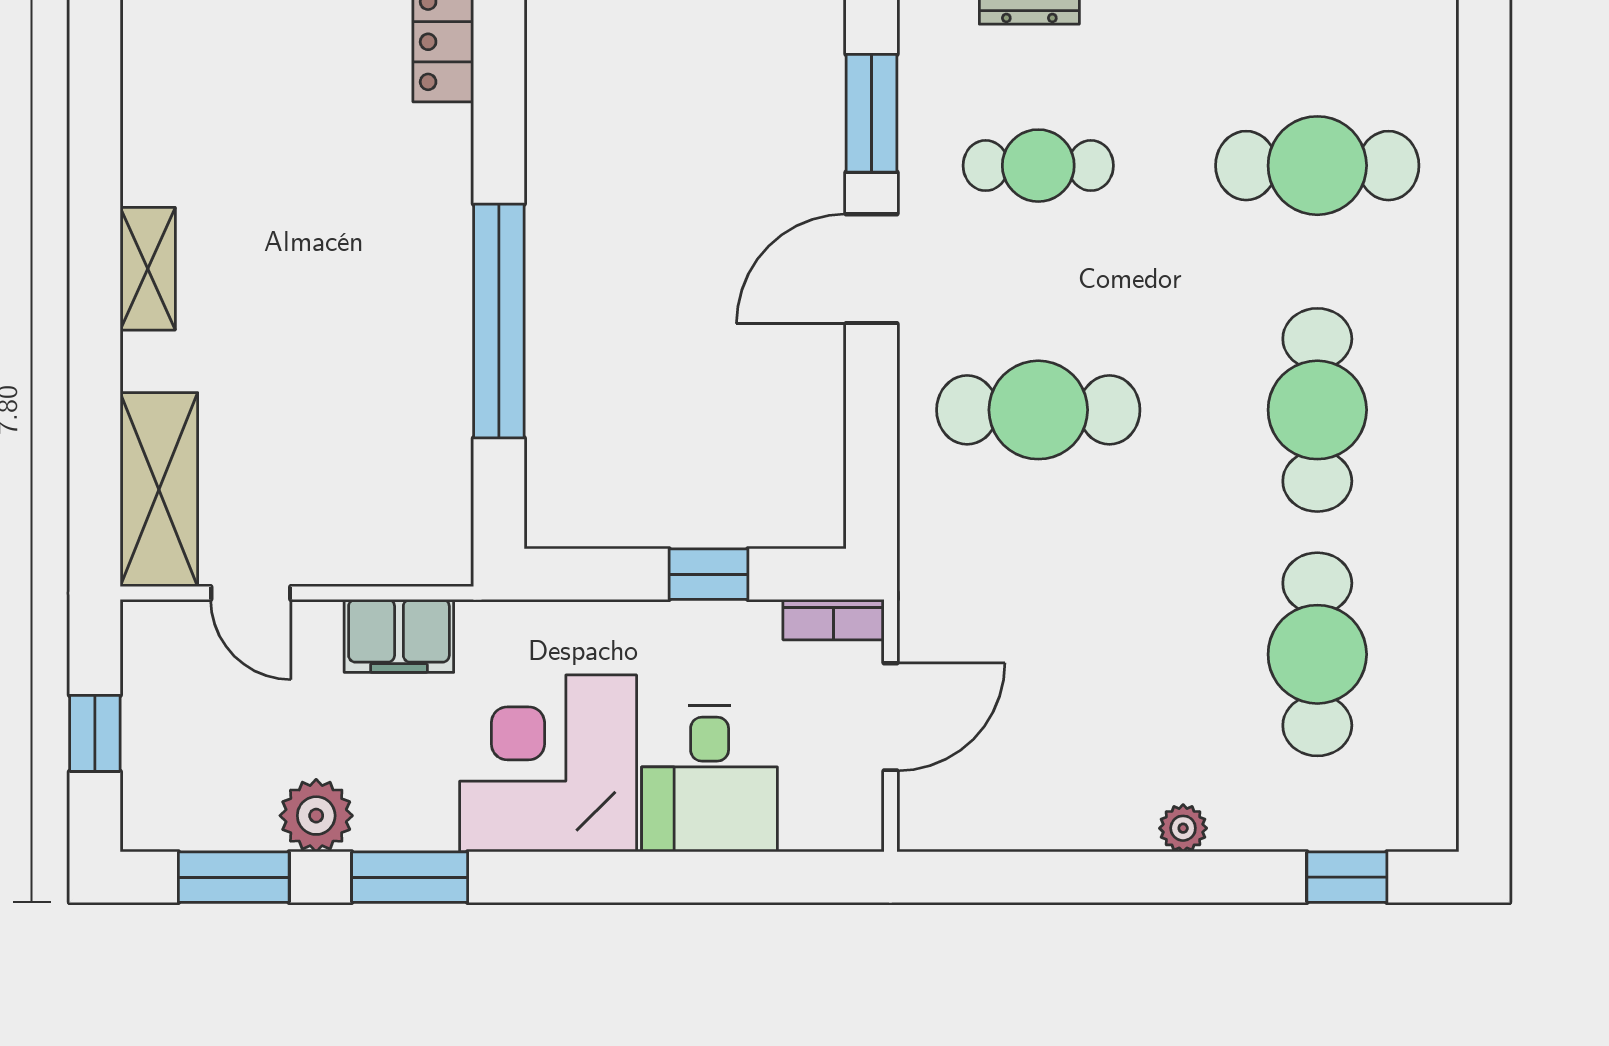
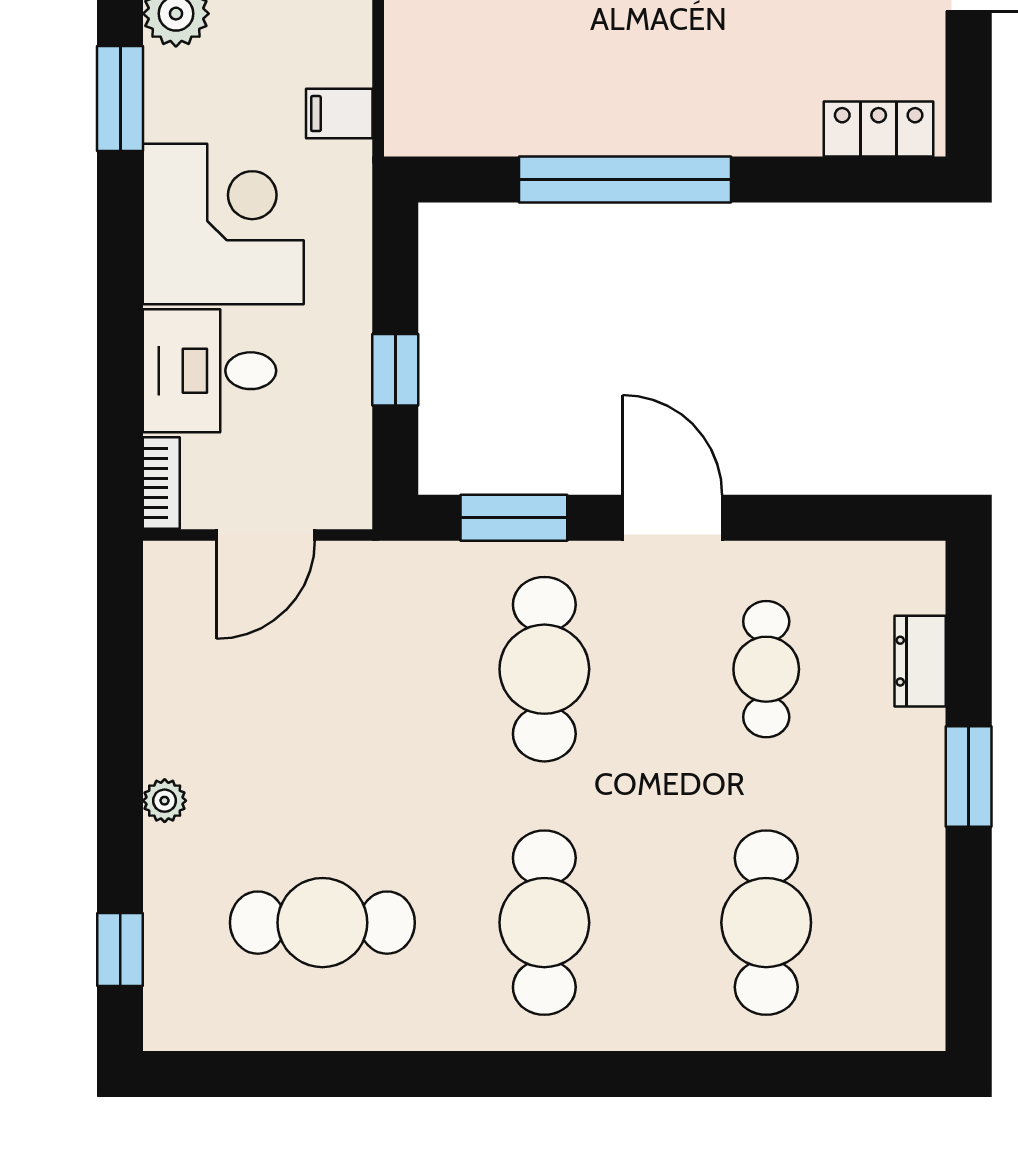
window: (872, 113) -> (514, 518), moved
cafe table: (1317, 410) -> (544, 923), turned 90
bookcase: (834, 620) -> (161, 483), moved, turned 180
filing cabinet: (399, 636) -> (339, 114), width x0.50
door: (890, 717) -> (266, 535), hinge flipped

